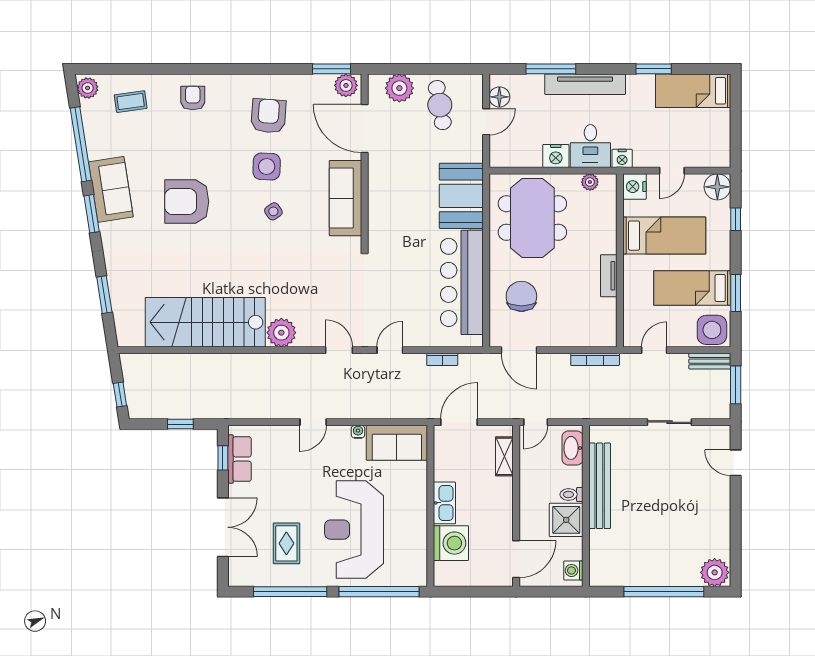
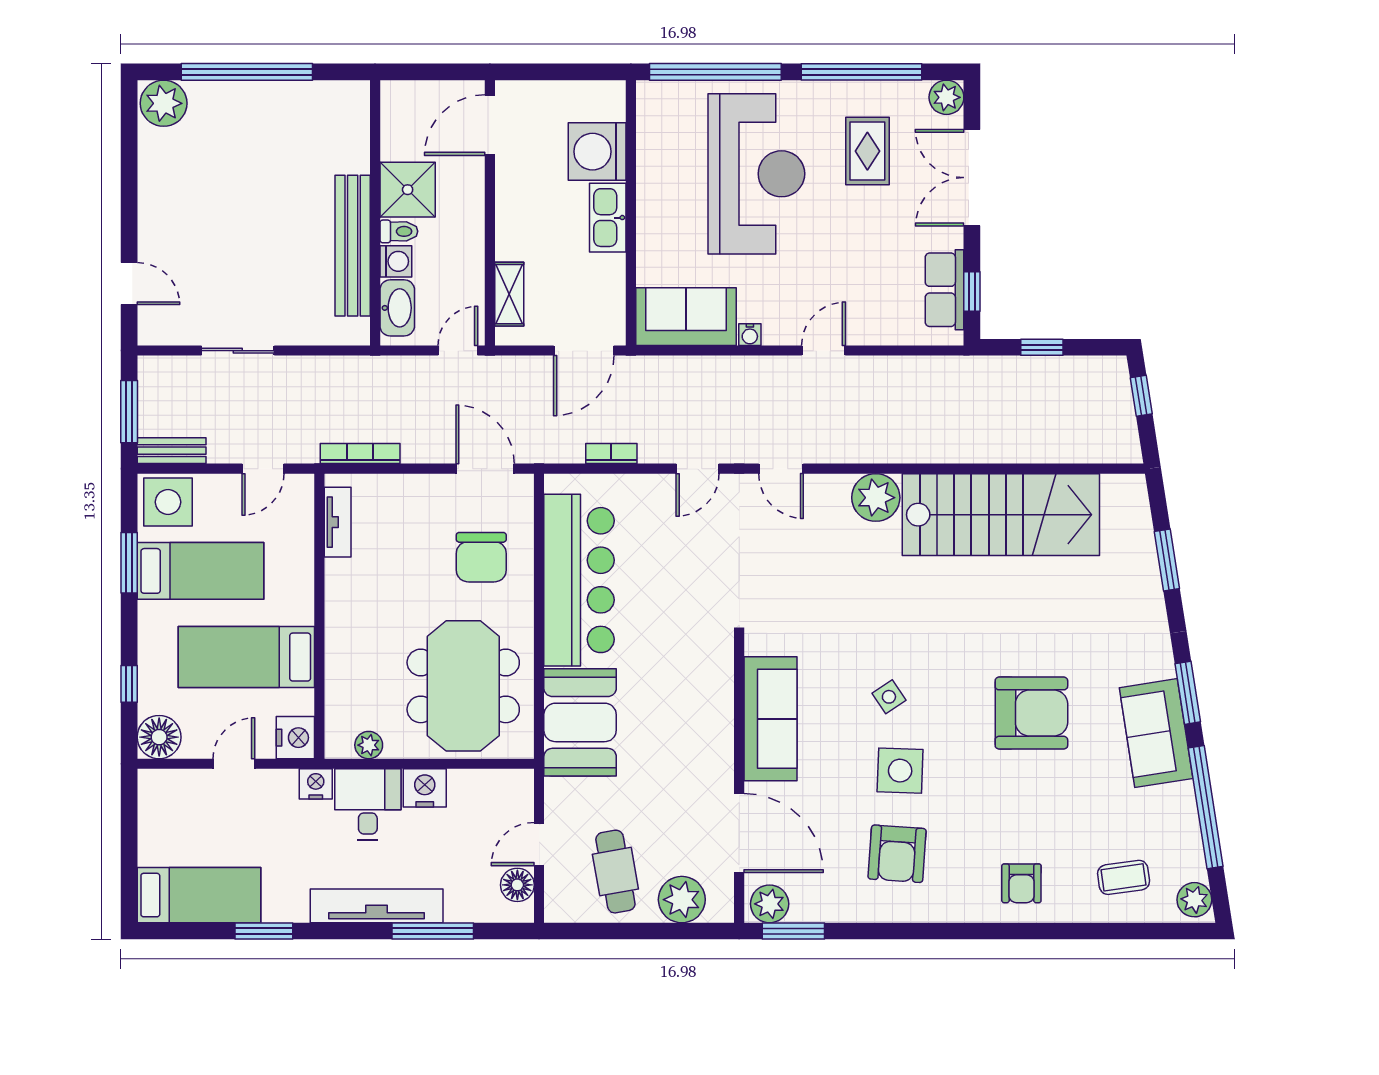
tv unit: (609, 276) -> (338, 522), moved
washing machine: (573, 570) -> (396, 261), moved
plant: (238, 576) -> (946, 97), added

